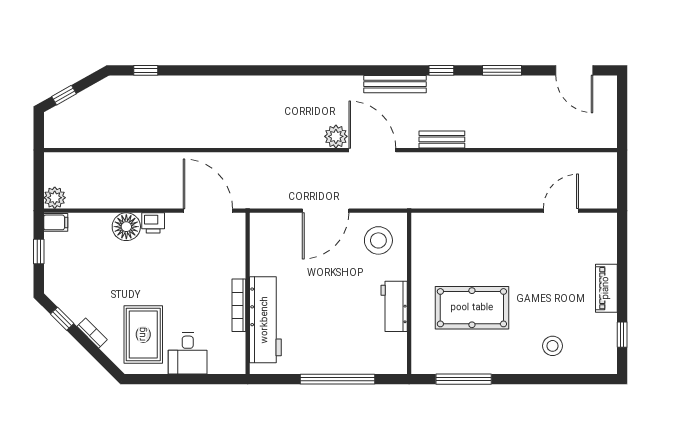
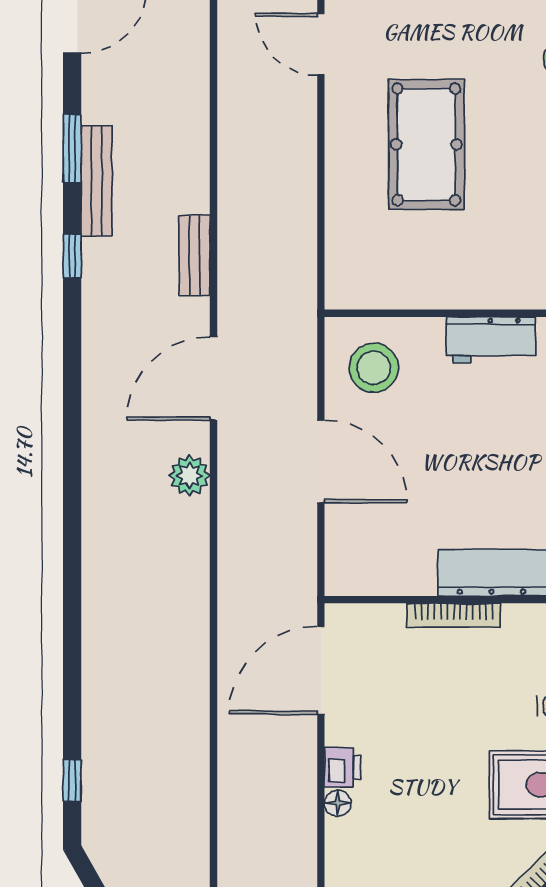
bench: (395, 84) -> (97, 181), moved
plant: (336, 136) -> (189, 476), moved
floor lamp: (126, 227) -> (338, 803), width x0.53, depth x0.53
bookcase: (239, 305) -> (454, 615), moved
pool table: (472, 308) -> (426, 144), moved

